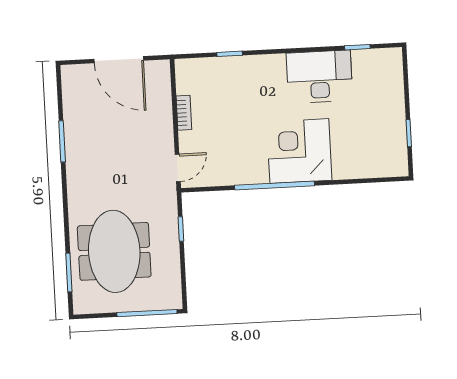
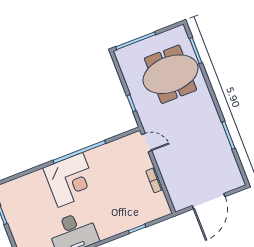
door: (119, 60) -> (209, 201), swing flipped
door: (178, 168) -> (147, 143), swing flipped
meeting table: (114, 251) -> (170, 74), turned 90

